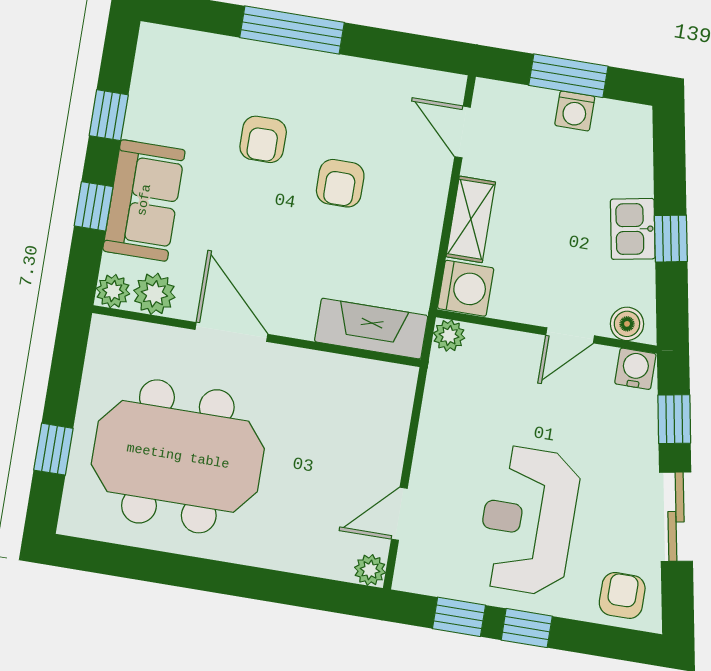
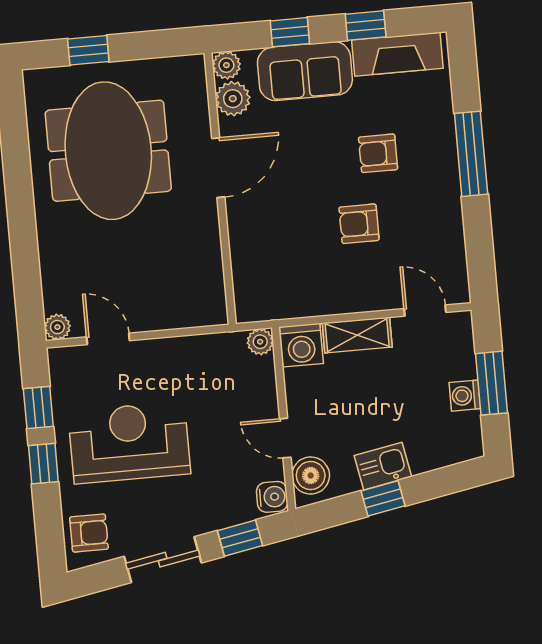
door: (463, 132) -> (425, 311), hinge flipped
boiler: (627, 324) -> (311, 476), width x1.36, depth x1.36
fireplace: (371, 329) -> (397, 54), moved, turned 90

